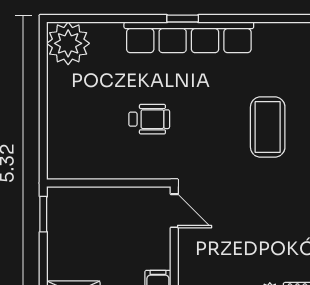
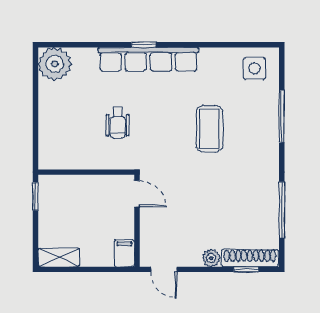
wheelchair: (149, 119) -> (118, 123), turned 90

